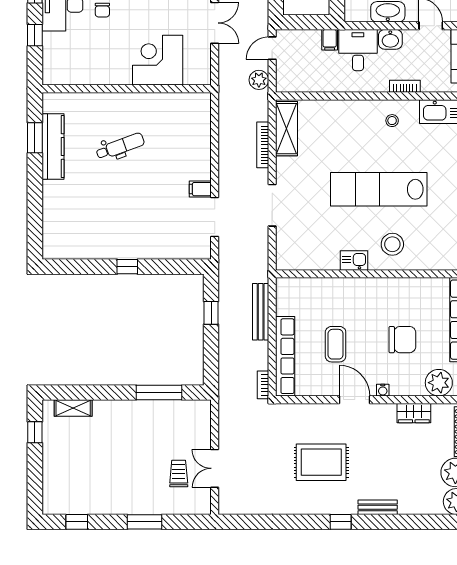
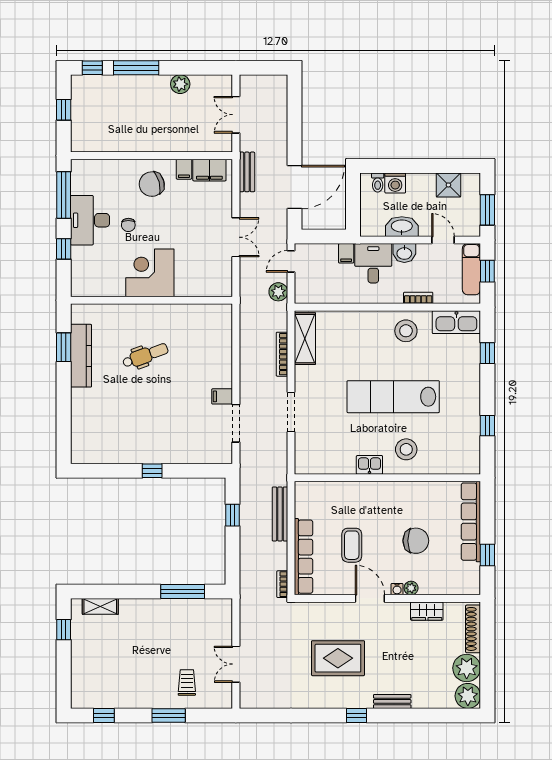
corner desk: (158, 60) -> (150, 273), moved
stool: (392, 121) -> (406, 331), width x1.89, depth x1.89
plant: (439, 383) -> (411, 588), moved, width x0.53, depth x0.53
trolley: (179, 473) -> (187, 682), moved

